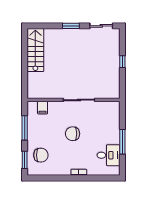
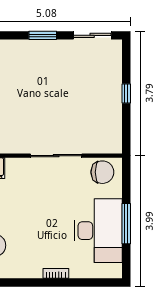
chair: (73, 134) -> (102, 172), moved, turned 180
desk: (108, 155) -> (98, 231), width x1.87, depth x1.30

